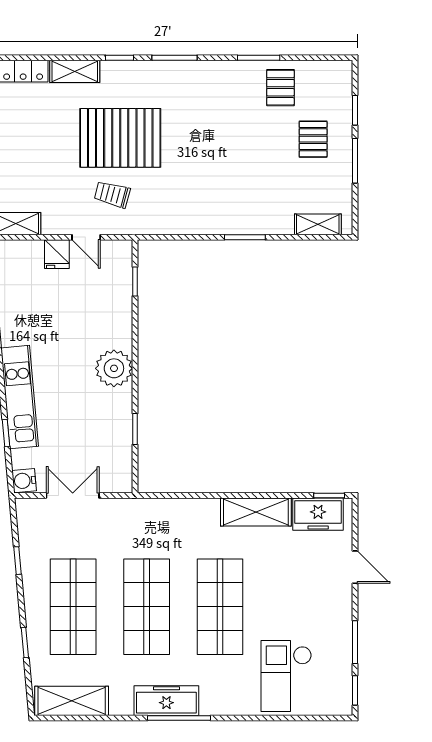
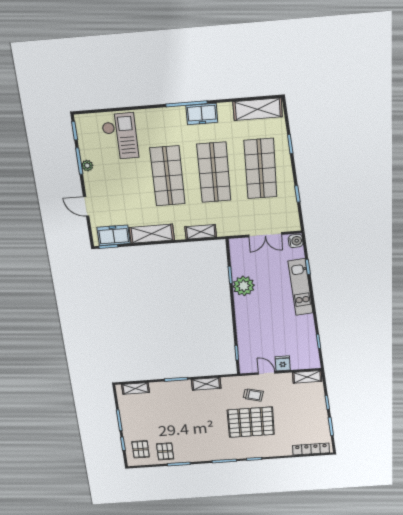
shelving: (75, 71) -> (206, 384), moved
pallet: (313, 139) -> (141, 449), moved
plant: (114, 368) -> (244, 286), moved
shelving: (176, 509) -> (201, 232), added
plant: (343, 634) -> (87, 166), added
freezer: (166, 701) -> (202, 114), width x0.71

